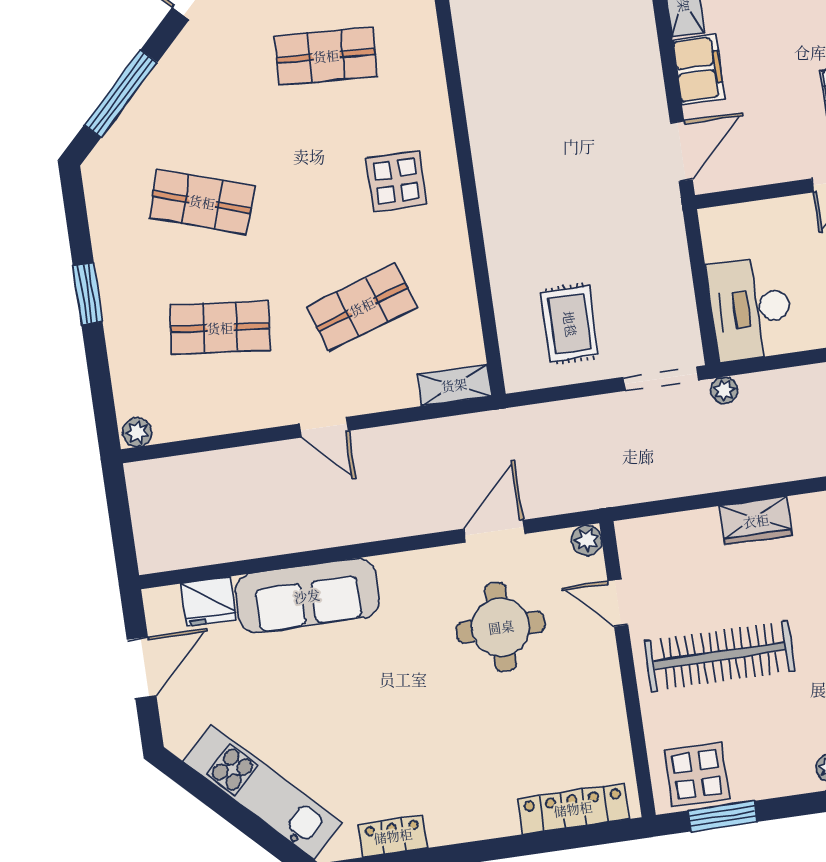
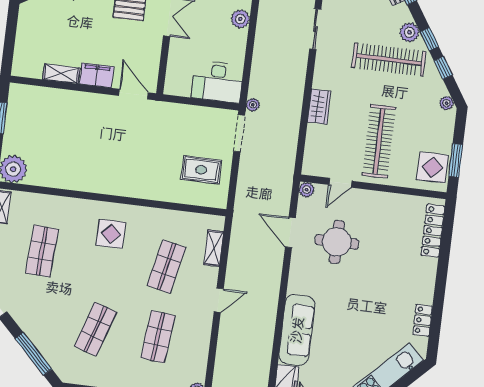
shop shelf: (362, 307) -> (166, 266), turned 30
shelving: (454, 385) -> (214, 248), moved

